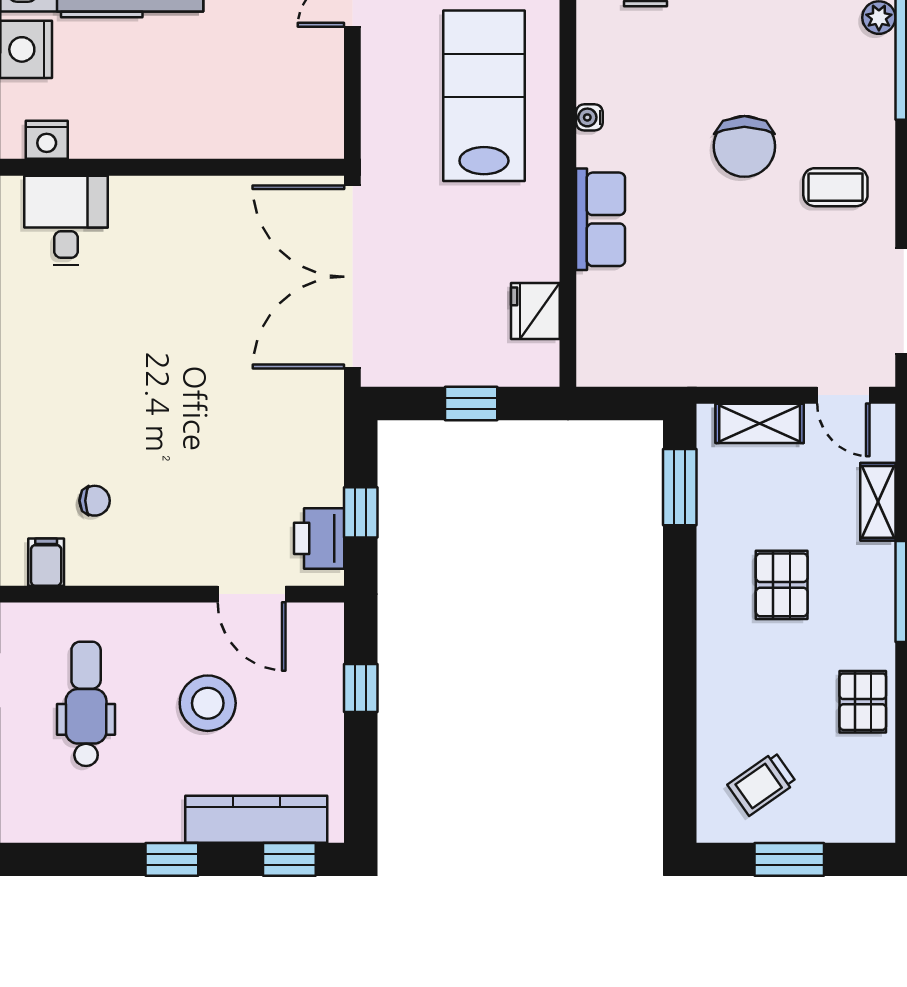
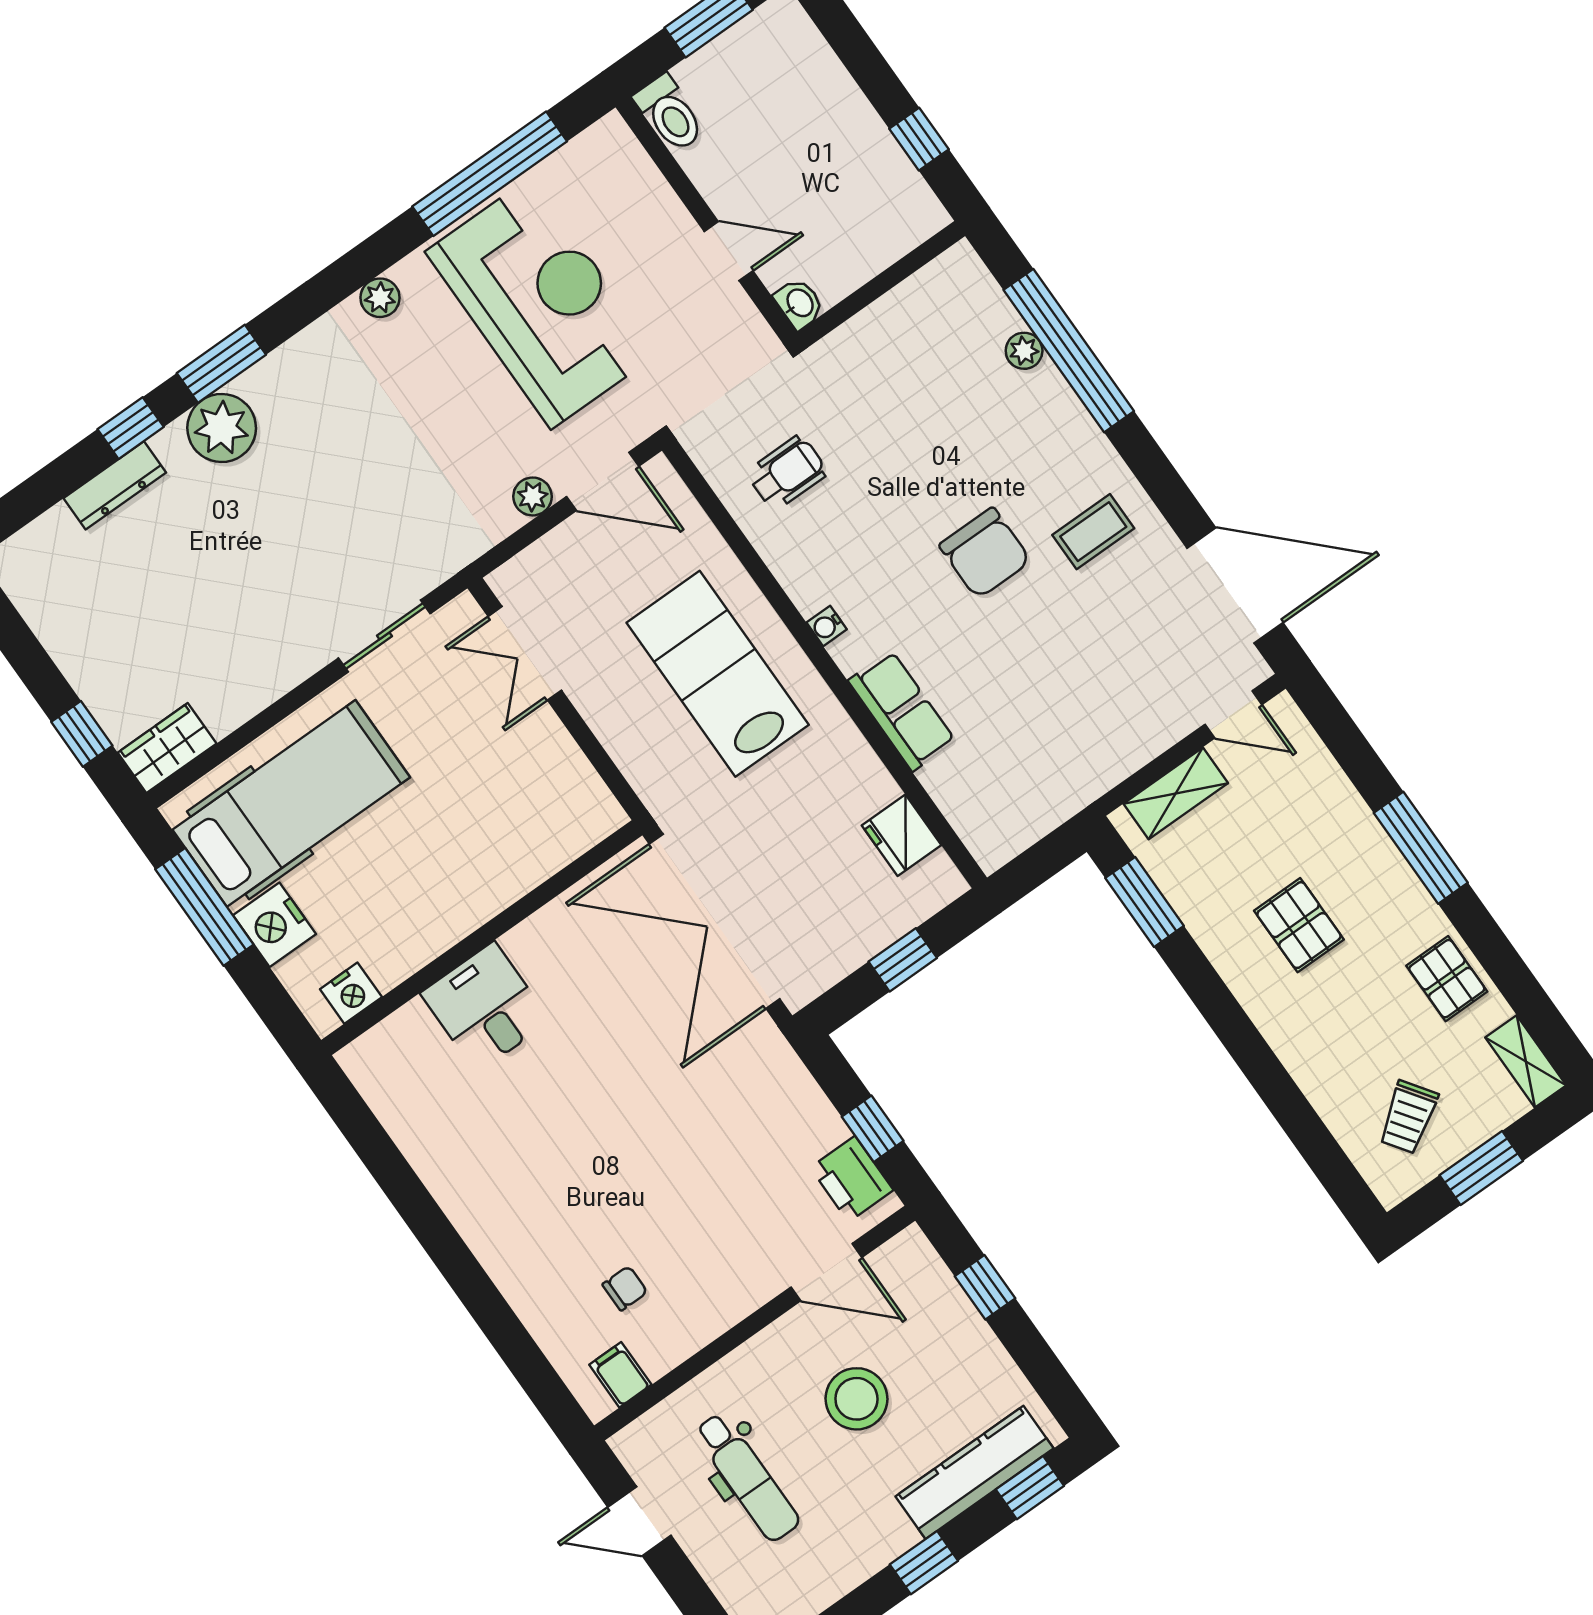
desk: (66, 220) -> (485, 1007), moved
shelving: (878, 502) -> (1526, 1061), moved
dental chair: (86, 704) -> (747, 1477), turned 180

